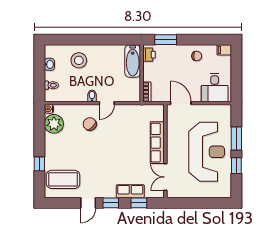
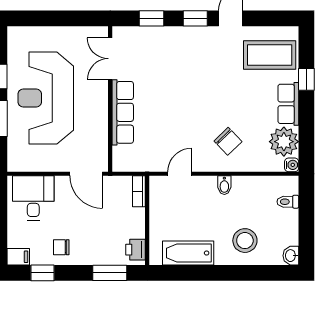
window: (209, 40) -> (42, 273), added
bathtub: (133, 61) -> (188, 253), moved, turned -90
washbasin: (49, 64) -> (291, 256), moved
door: (107, 103) -> (180, 174), moved
double door: (165, 177) -> (110, 59), swing flipped
row of seats: (130, 191) -> (288, 104), moved, turned 90

